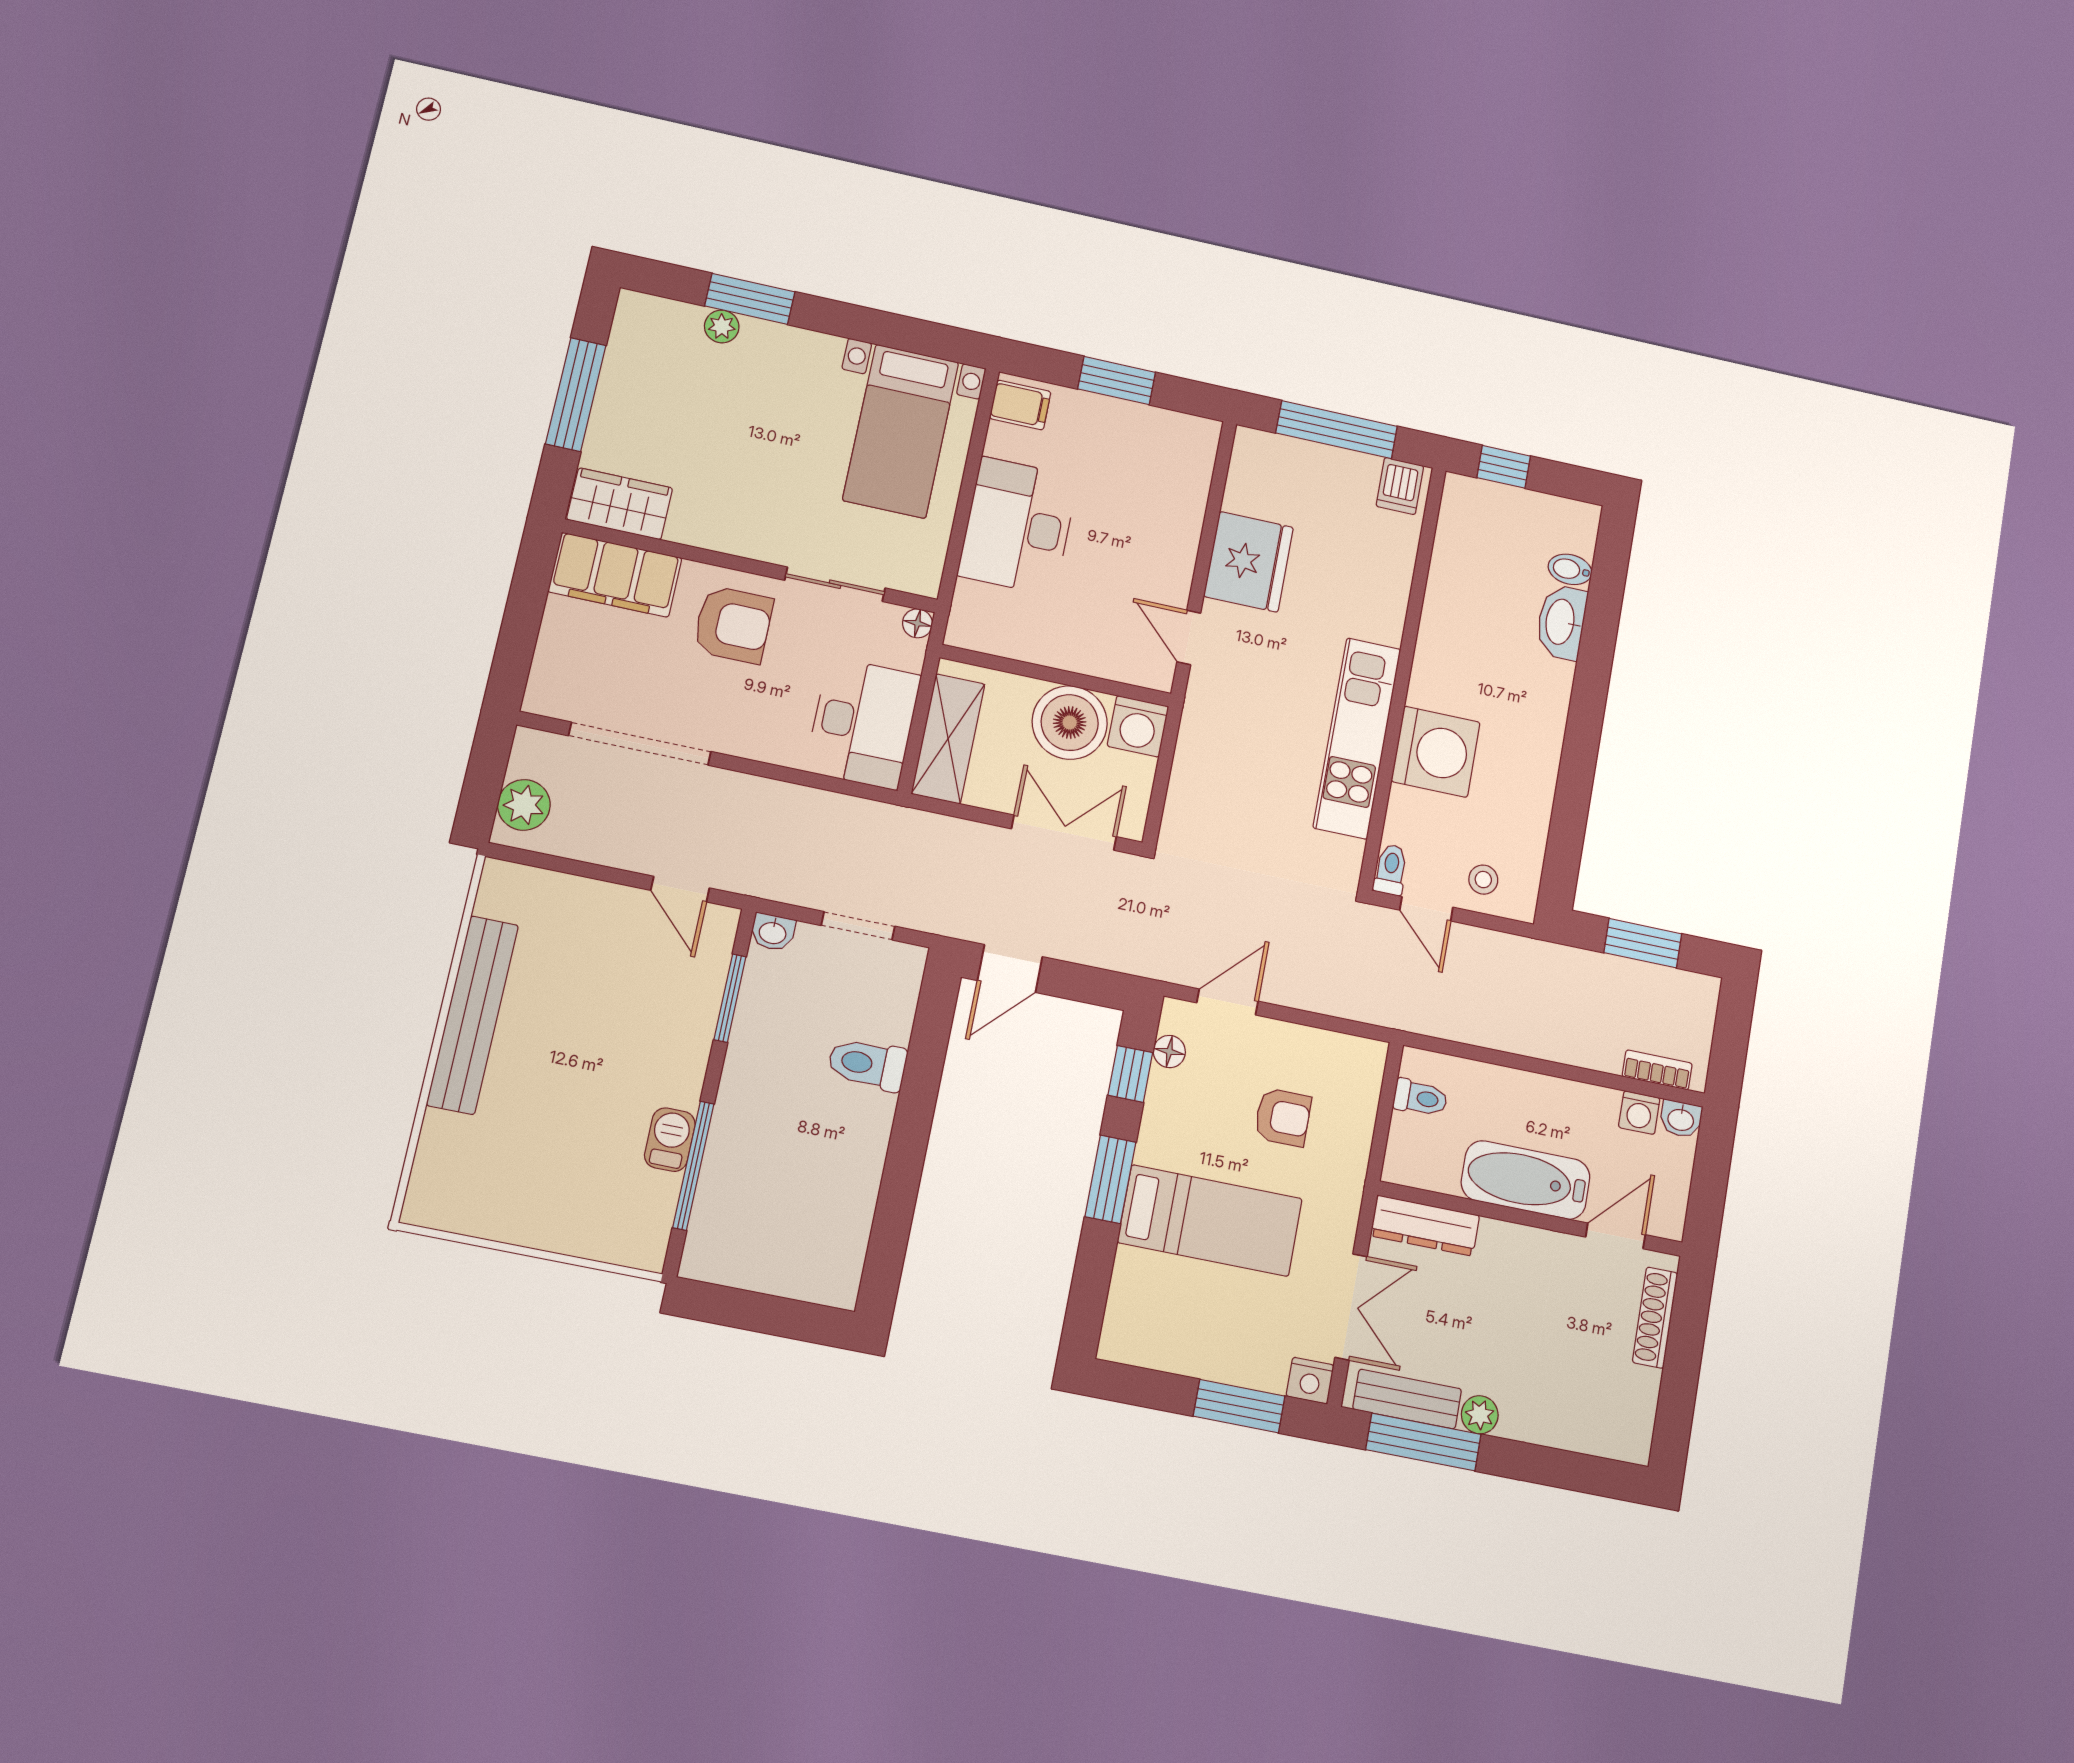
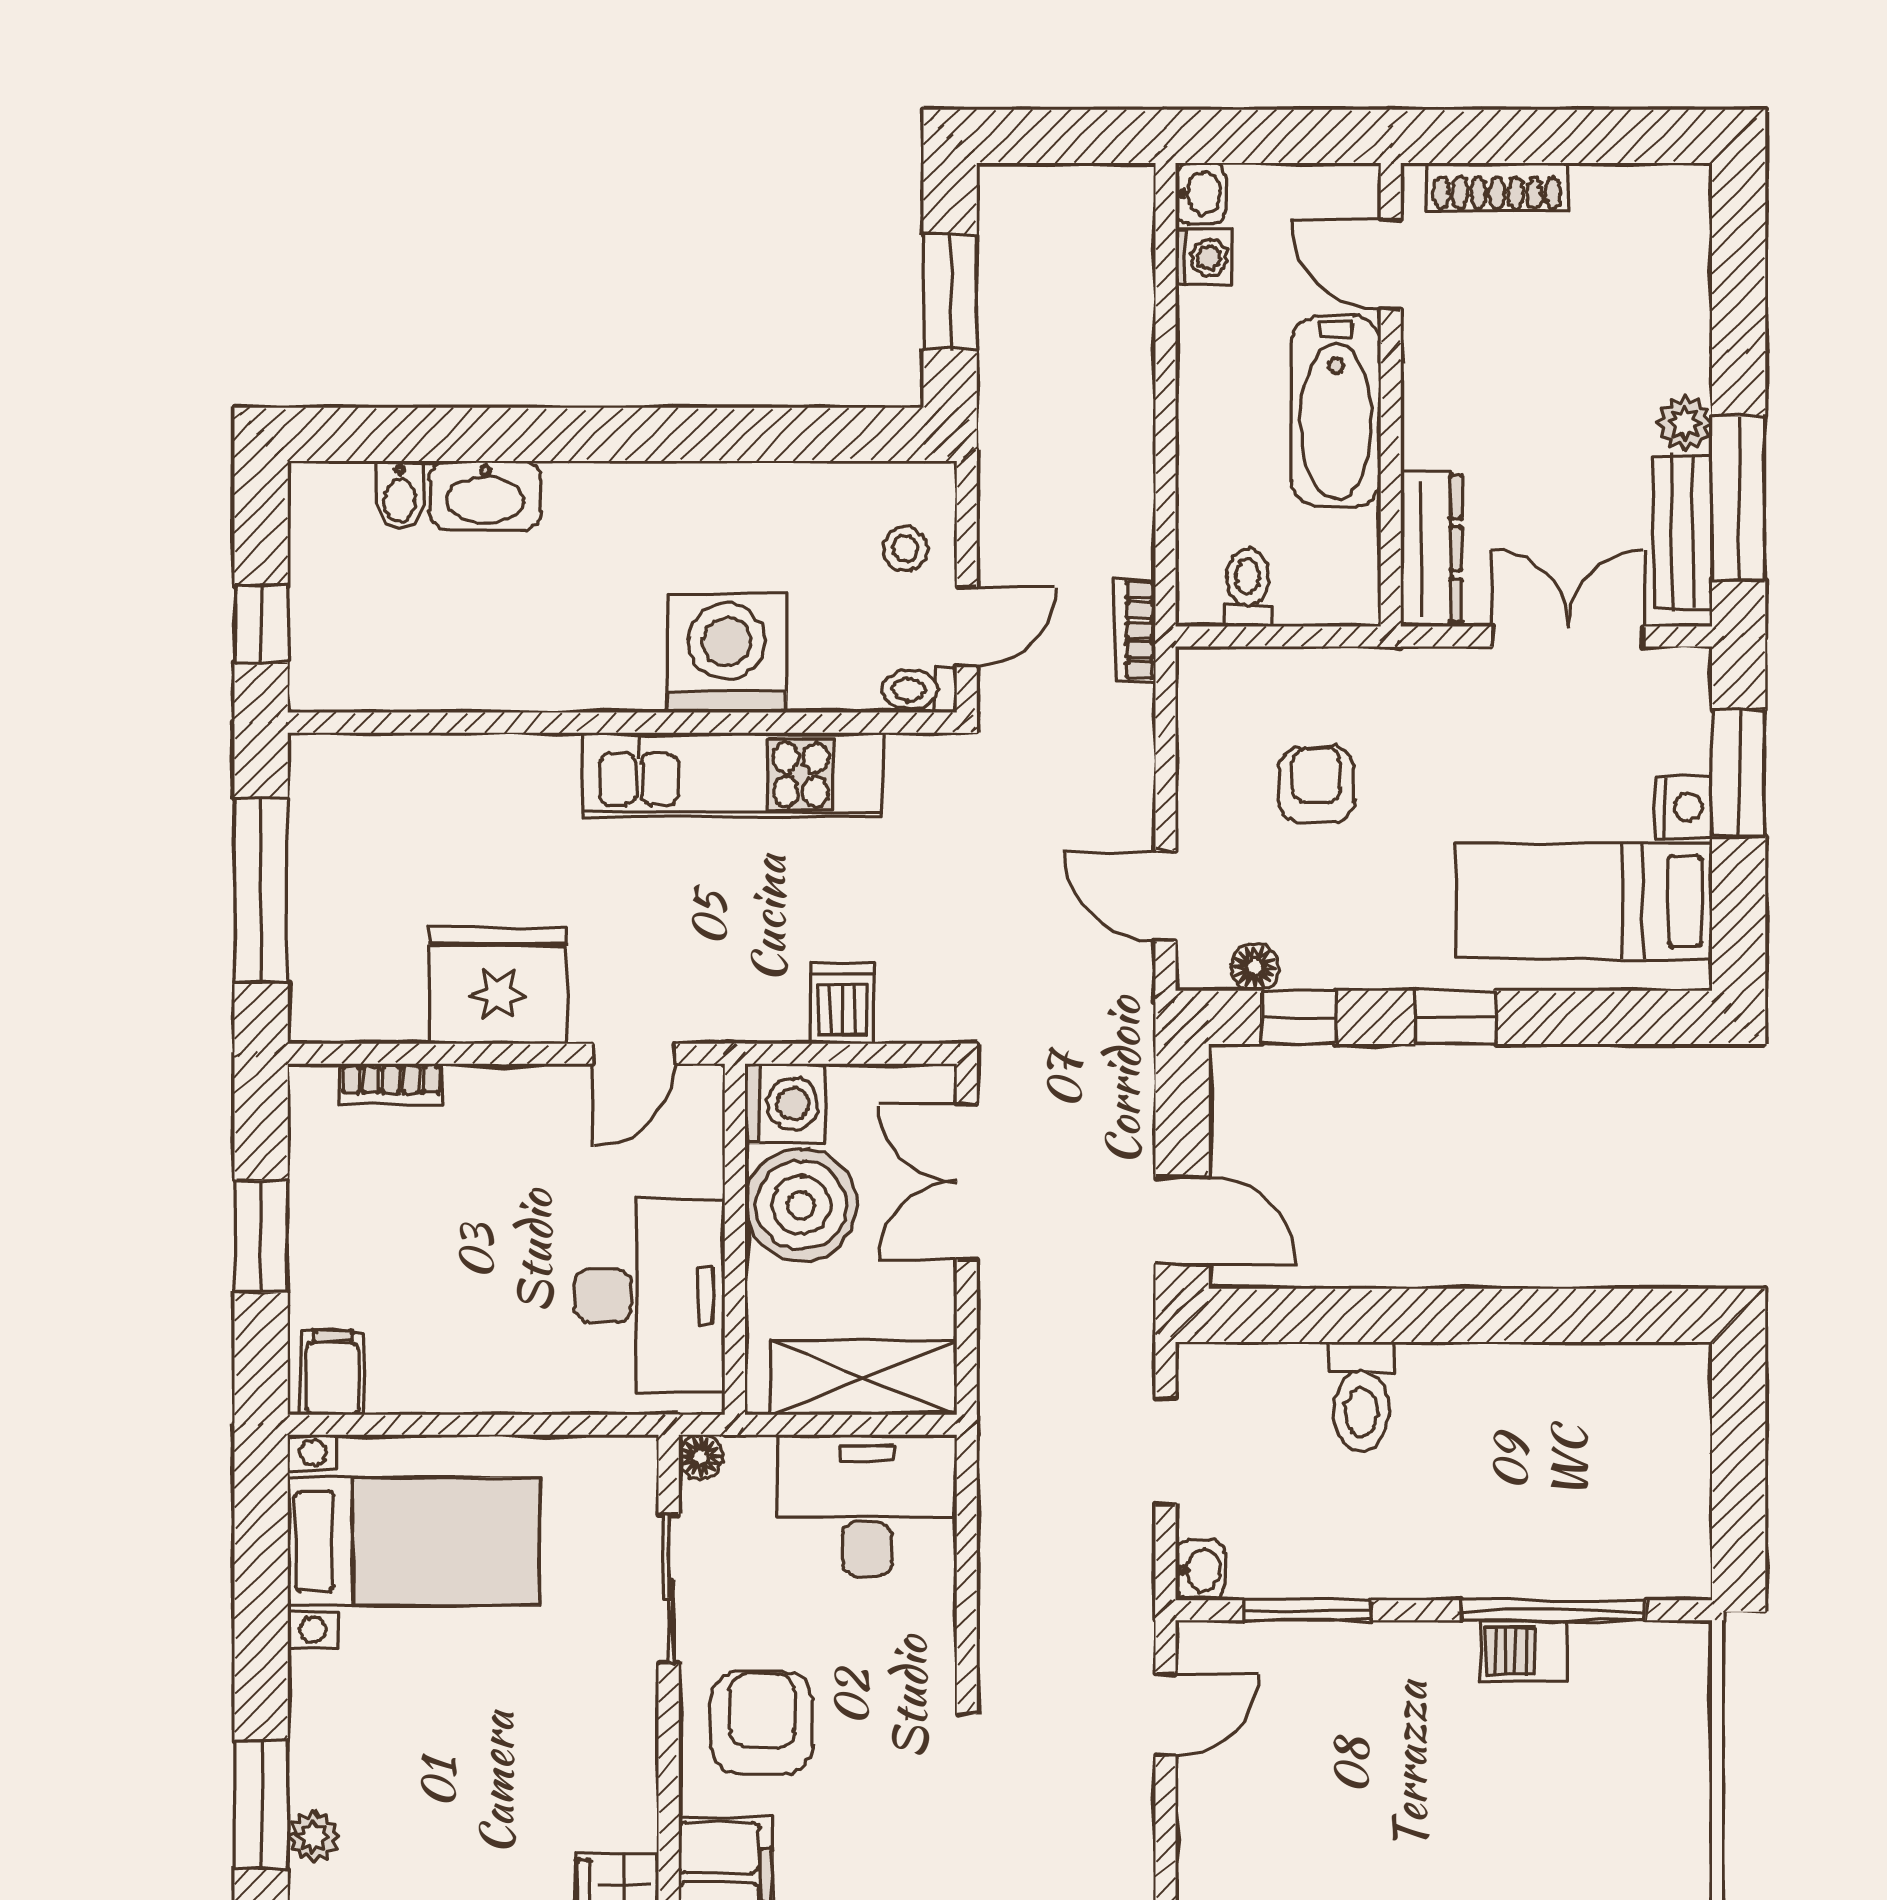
bookcase: (1198, 482) -> (391, 1085), added
dishwasher: (1400, 486) -> (842, 1004), moved, turned -90
desk: (1018, 526) -> (650, 1295), moved, turned -90
bookcase: (1657, 1070) -> (1135, 630), moved
window: (1110, 1179) -> (1455, 1017), width x0.67
bed: (1210, 1221) -> (1584, 901), moved, turned -90
nightstand: (1310, 1381) -> (1684, 807), moved

